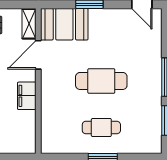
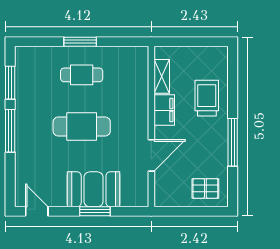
shelving: (29, 24) -> (162, 76), moved
booth: (64, 24) -> (94, 189), moved

